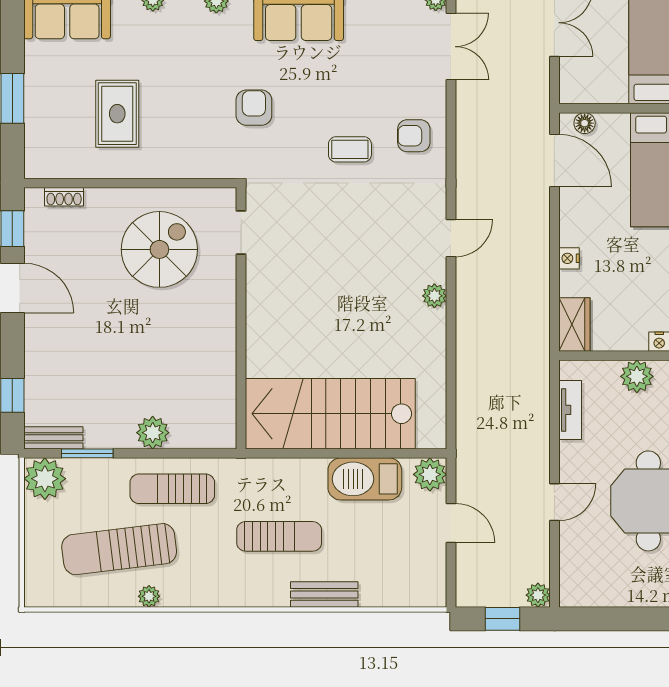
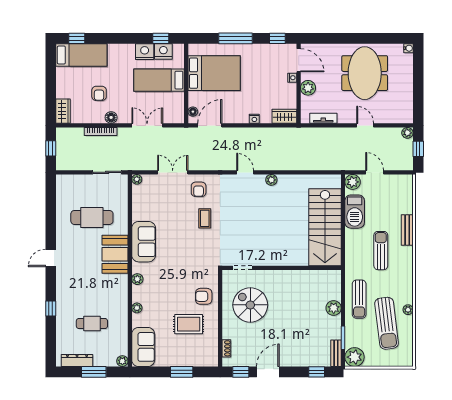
double door: (451, 47) -> (173, 172), moved
armchair: (254, 108) -> (204, 296), moved
door: (451, 523) -> (375, 172), hinge flipped

